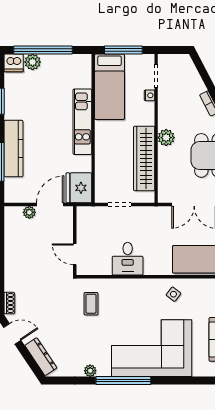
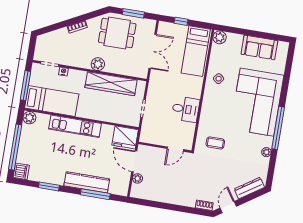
plant: (33, 62) -> (29, 118), moved

